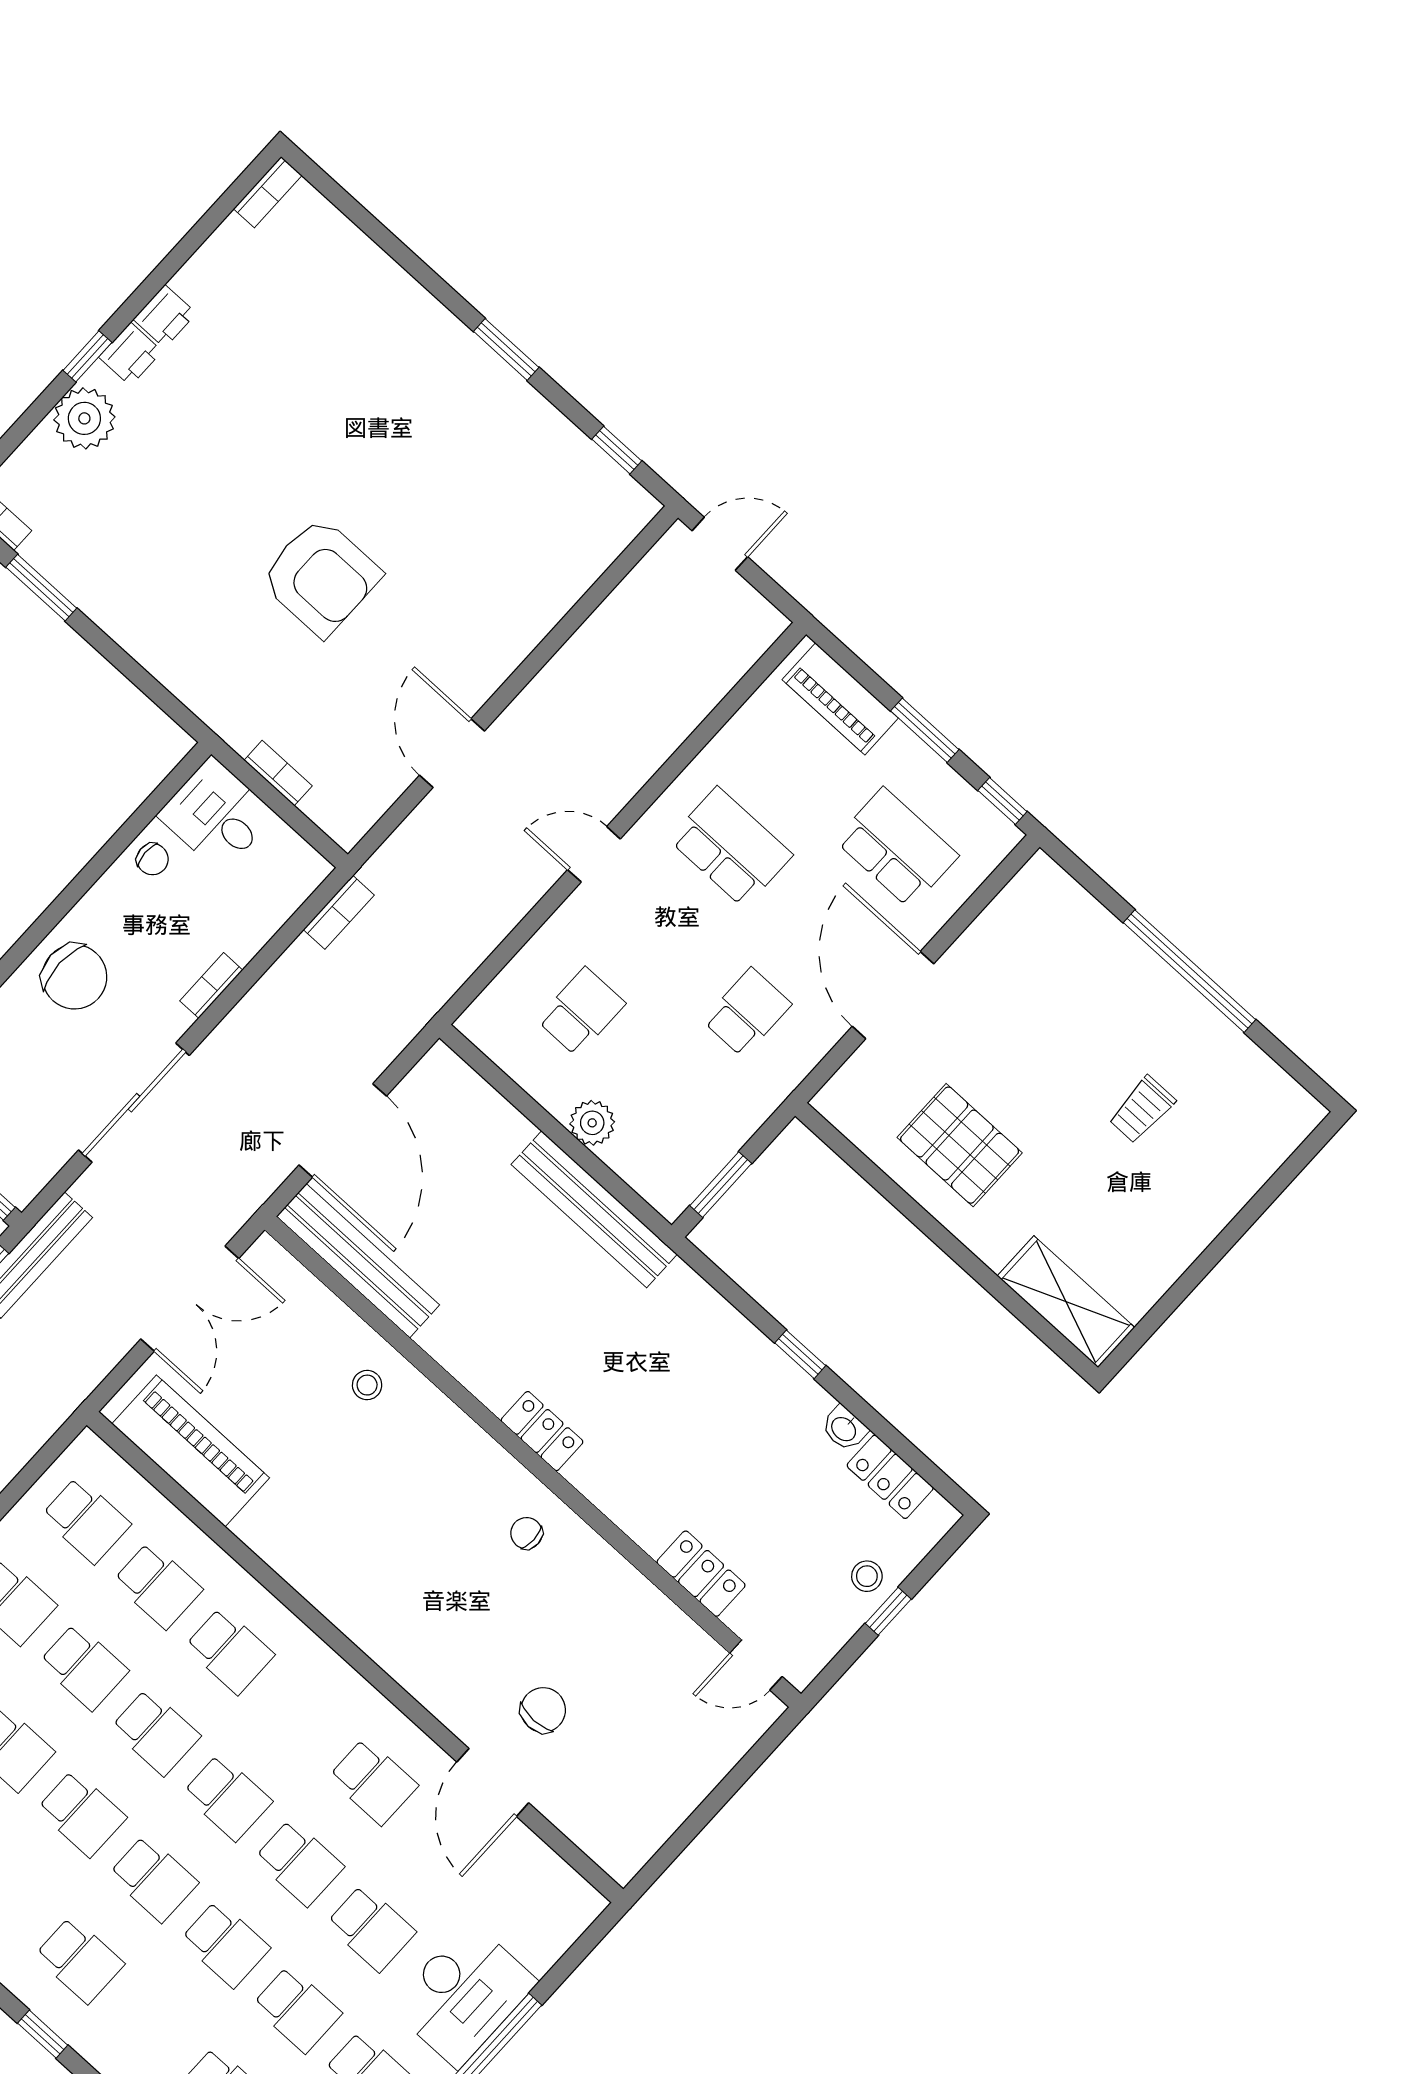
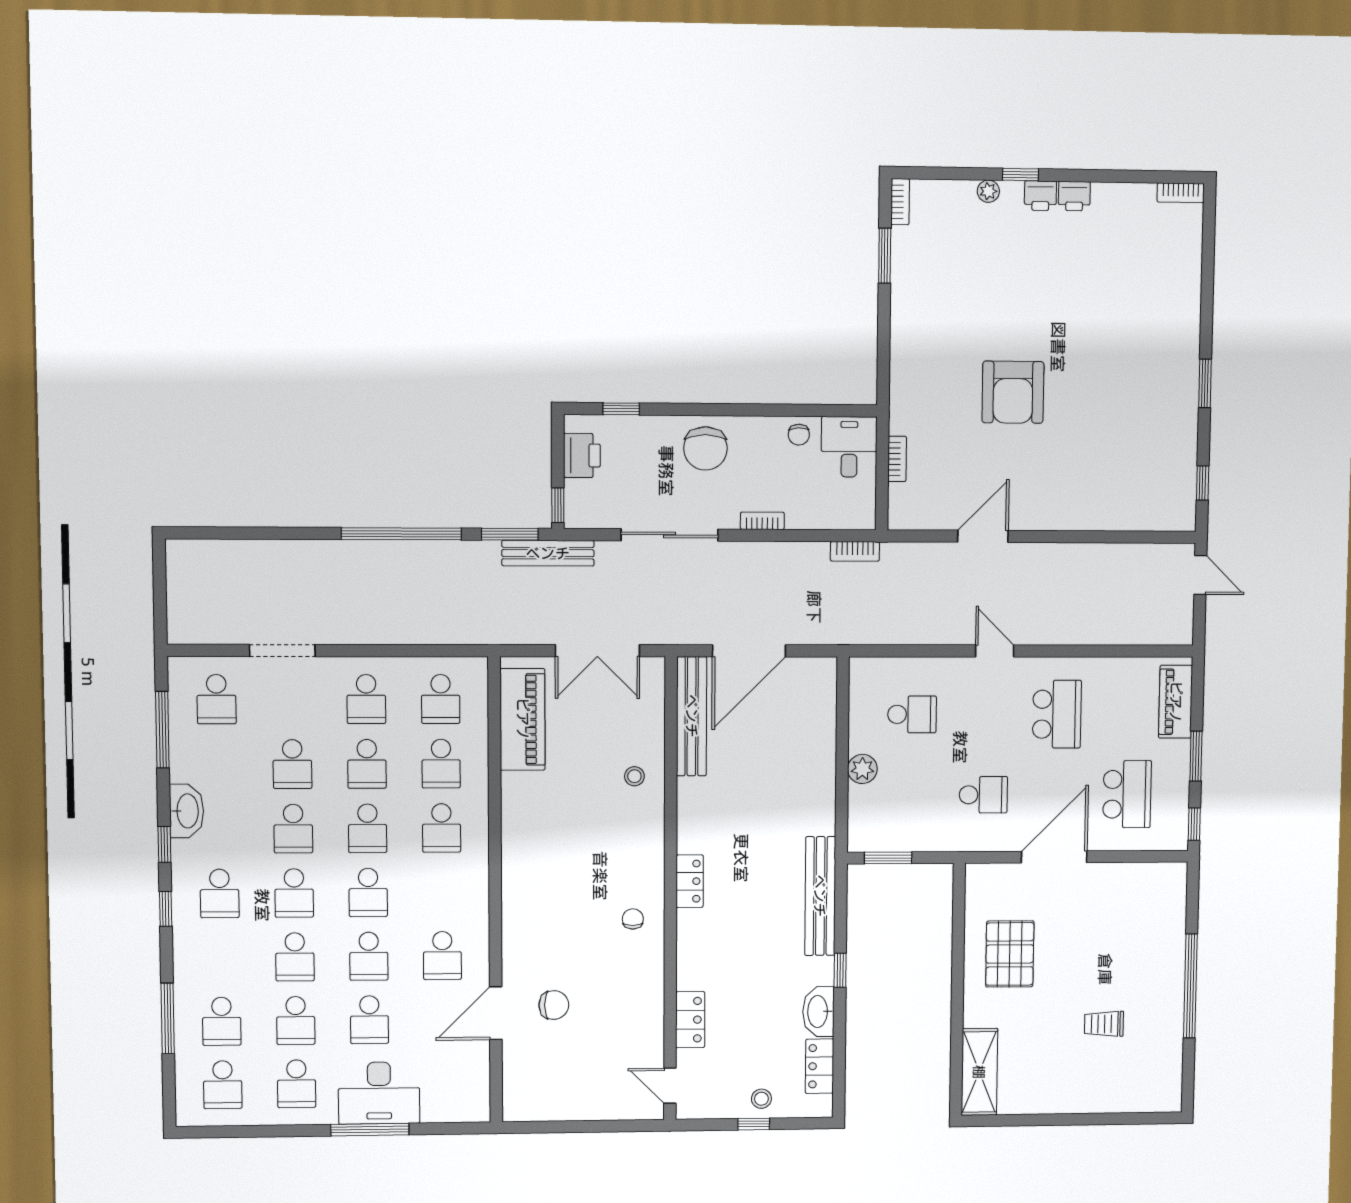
plant: (84, 418) -> (988, 191), width x0.53, depth x0.53
bench: (594, 1209) -> (820, 896), moved
washbasin: (844, 1428) -> (818, 1012), width x1.91, depth x1.45

